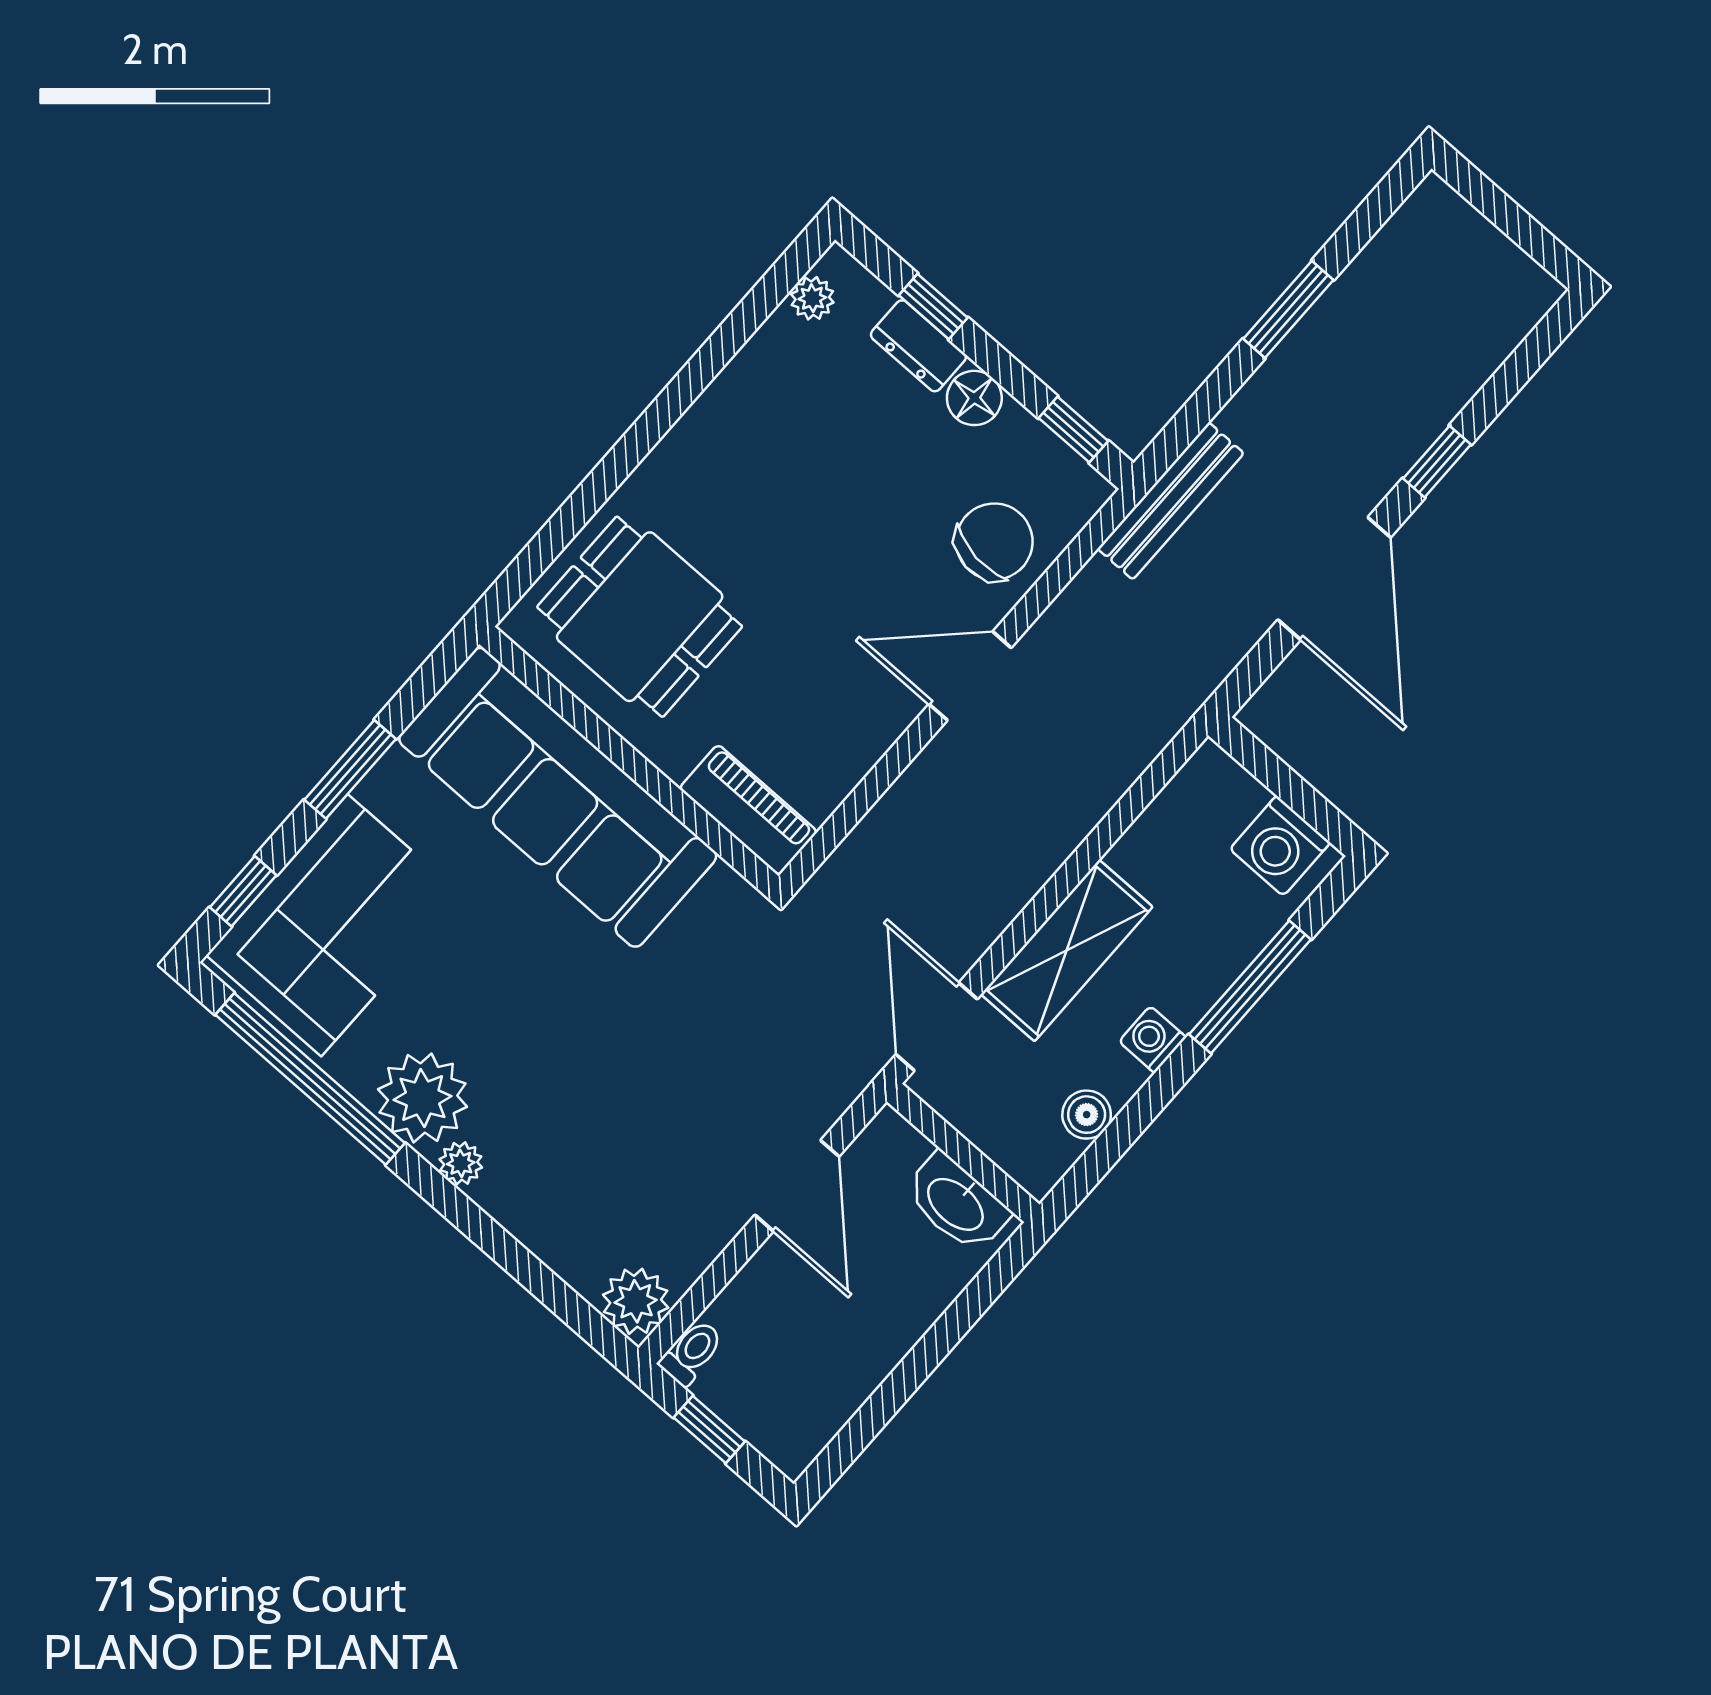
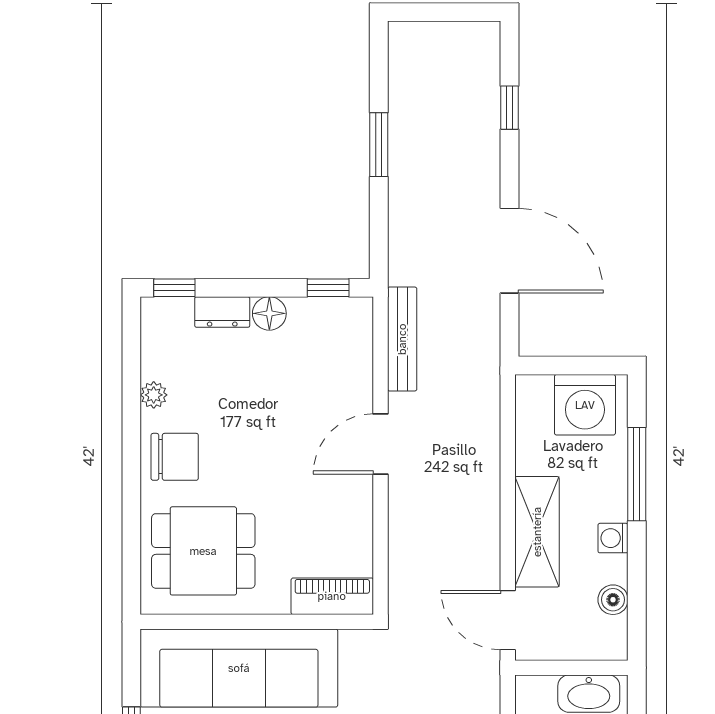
plant: (812, 298) -> (154, 395), moved
window: (933, 306) -> (174, 288), moved
window: (1437, 462) -> (510, 108), moved
bench: (1171, 501) -> (402, 339), moved
chair: (994, 542) -> (175, 457), moved, turned 83
washing machine: (1280, 846) -> (585, 405), width x1.37, depth x1.37

